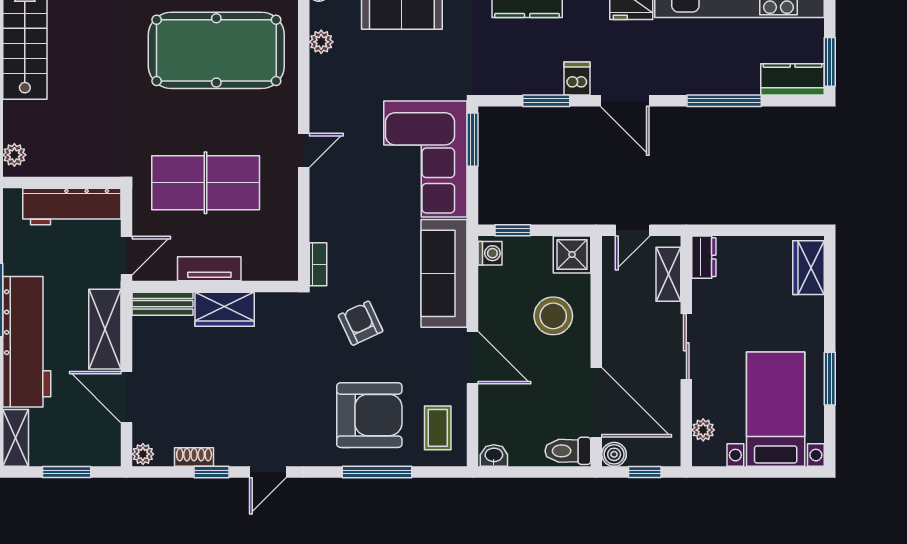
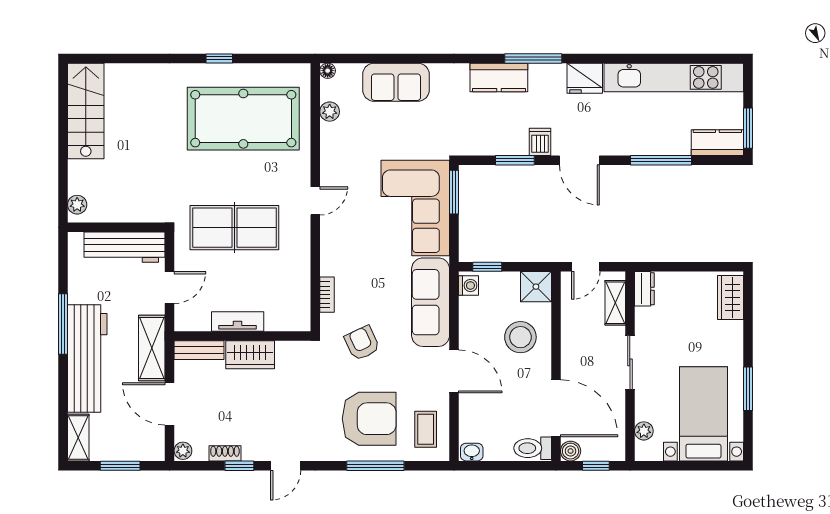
tv unit: (209, 269) -> (238, 322), moved
wall: (215, 286) -> (242, 336), moved
bench: (163, 304) -> (199, 350), moved
wardrobe: (225, 309) -> (250, 355), moved

